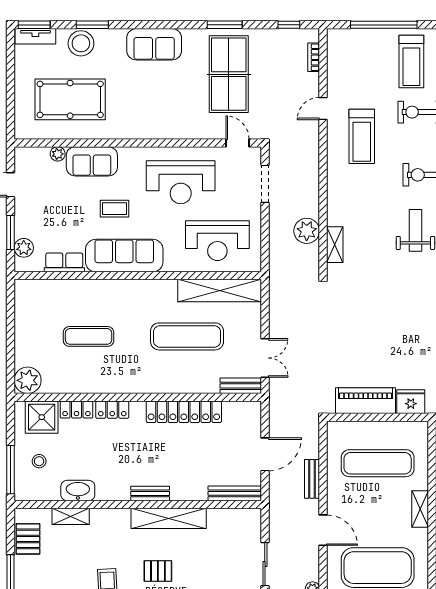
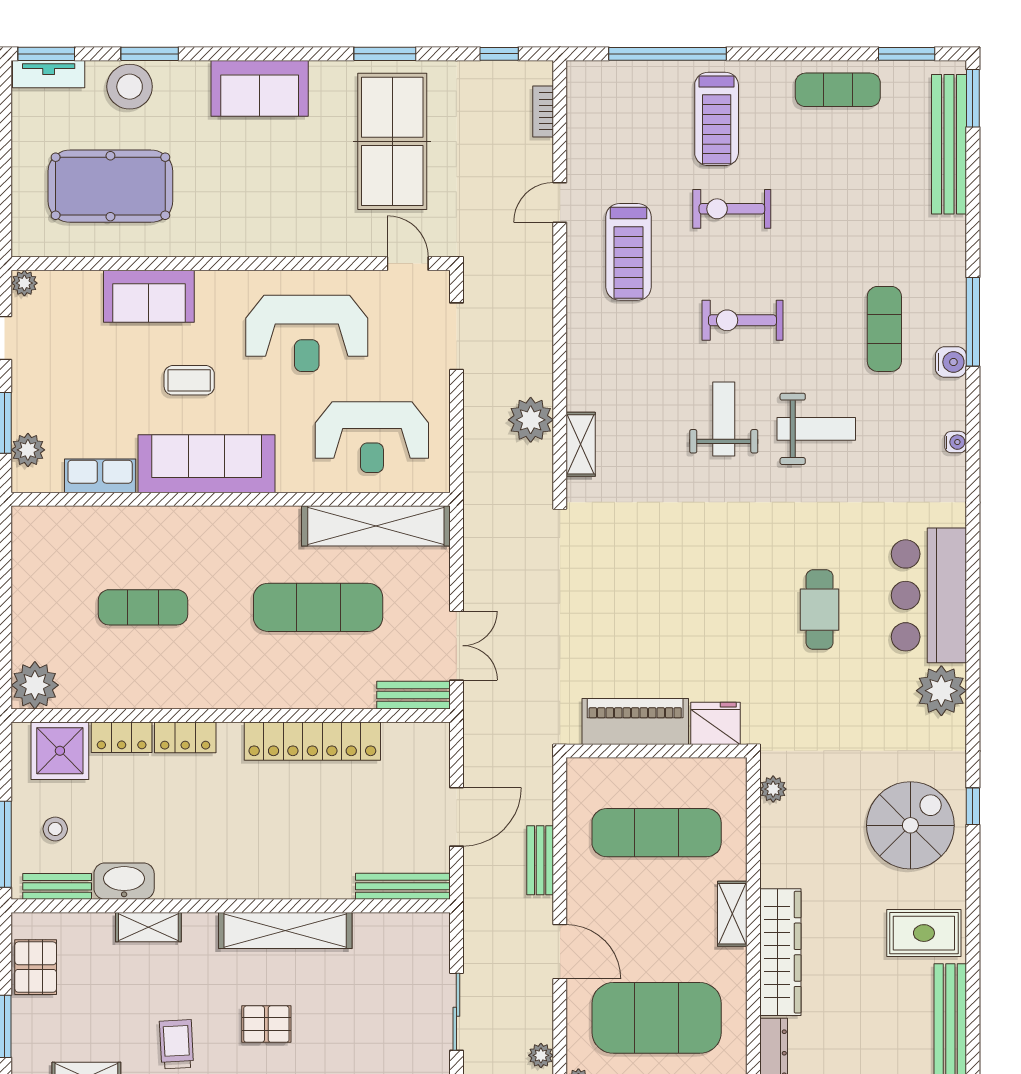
plant: (58, 154) -> (24, 283), moved
bench: (150, 493) -> (57, 886), moved
shelving: (71, 516) -> (148, 927), moved

